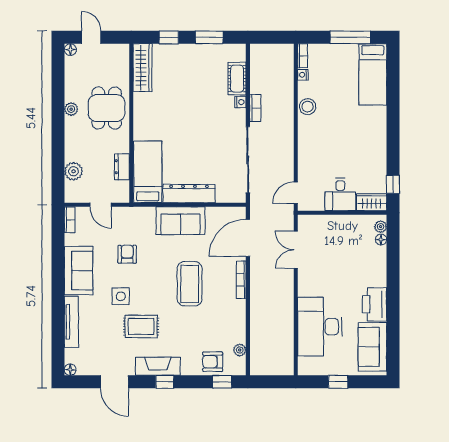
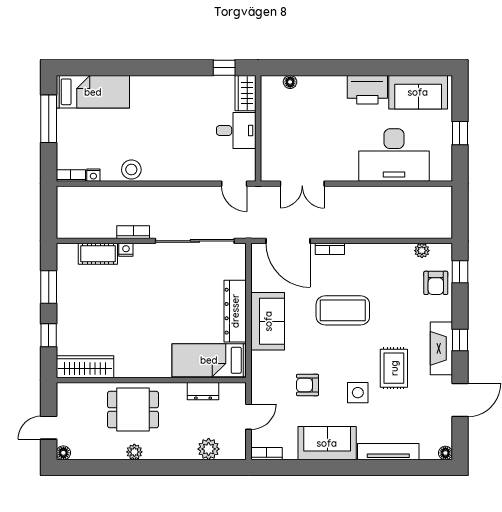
plant: (381, 227) -> (275, 83), removed
bookcase: (241, 280) -> (330, 249), width x0.64

